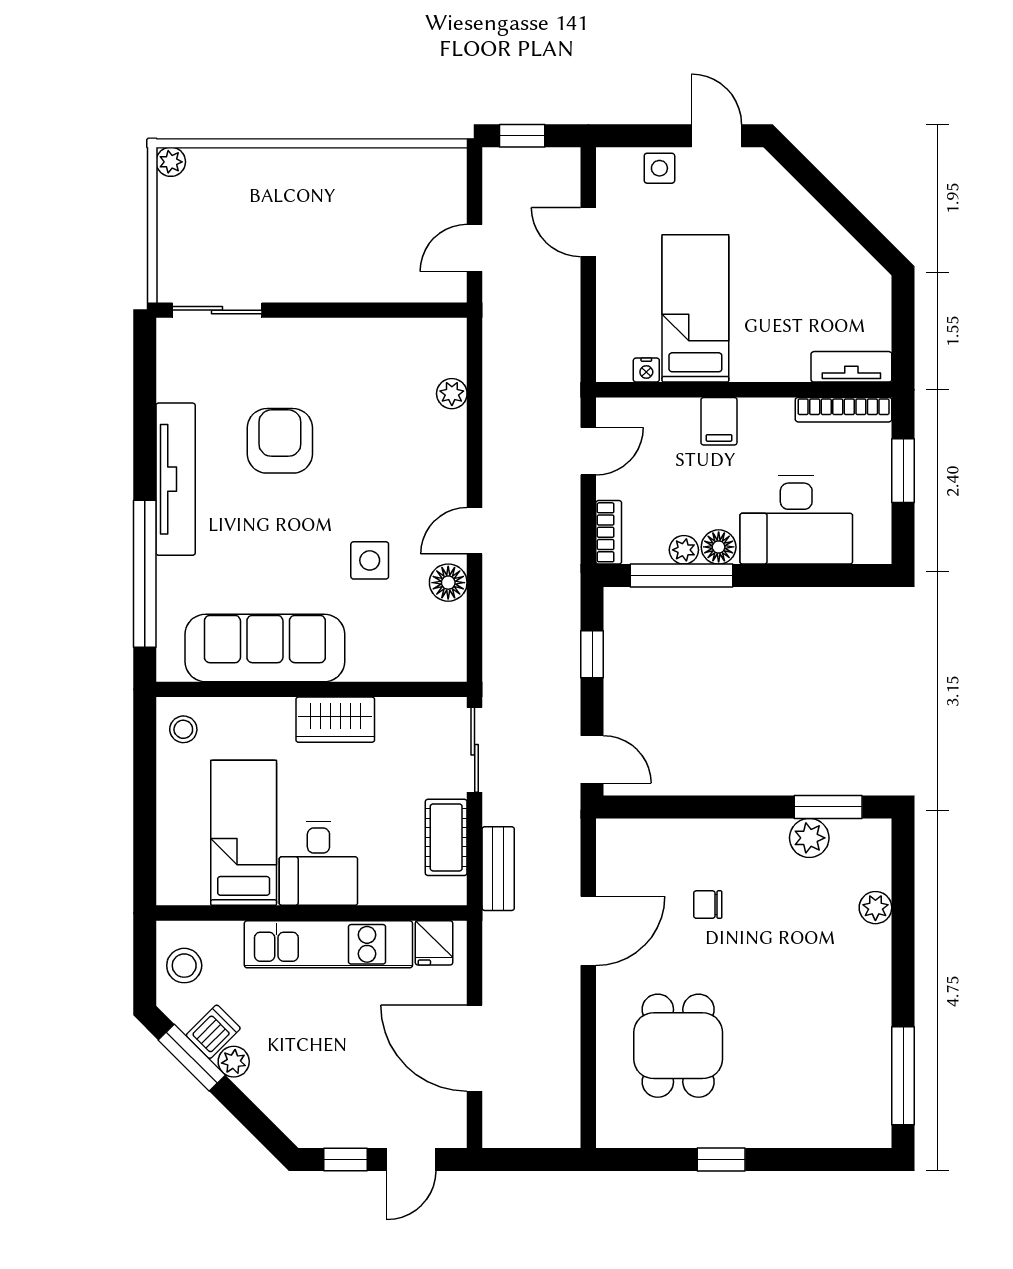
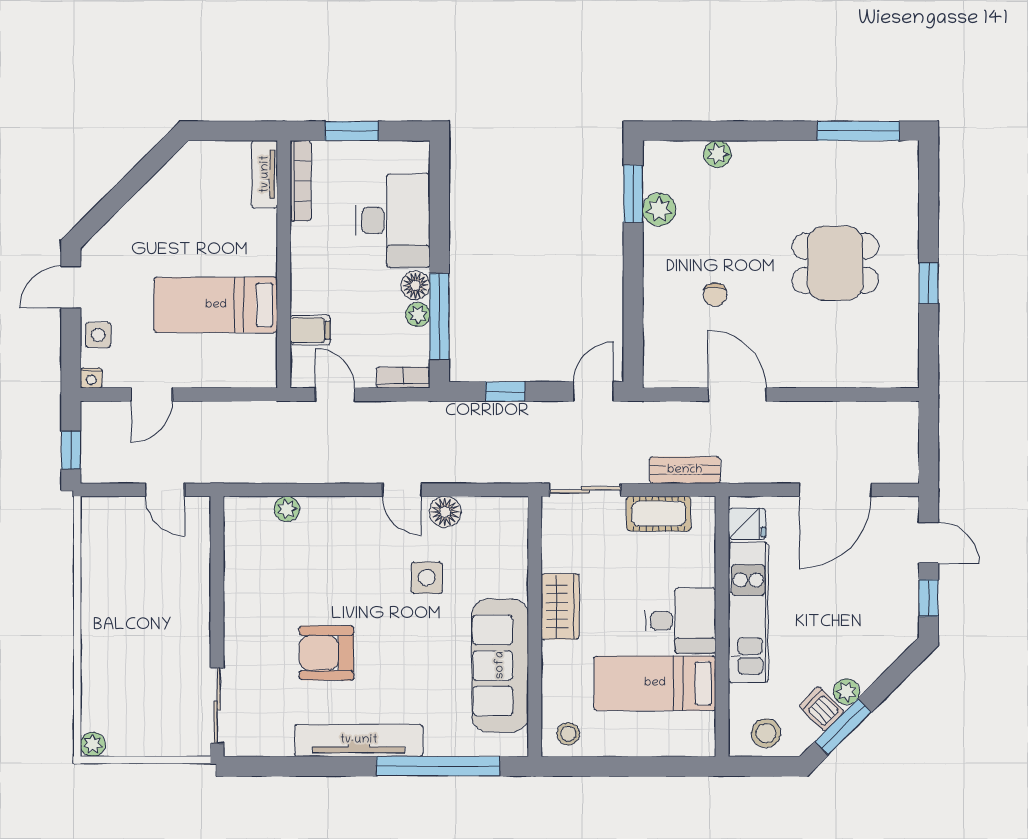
nightstand: (646, 370) -> (91, 378), moved, turned 90
filing cabinet: (719, 421) -> (310, 330), moved
dining table: (678, 1046) -> (835, 263), moved

